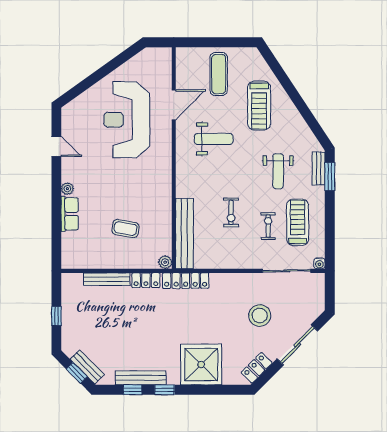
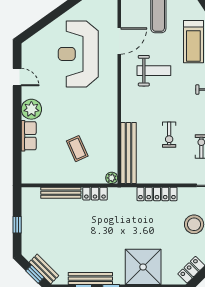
plant: (67, 189) -> (31, 109), width x1.88, depth x1.88
coffee table: (125, 228) -> (77, 149), turned 56
locker: (186, 281) -> (157, 194), moved

